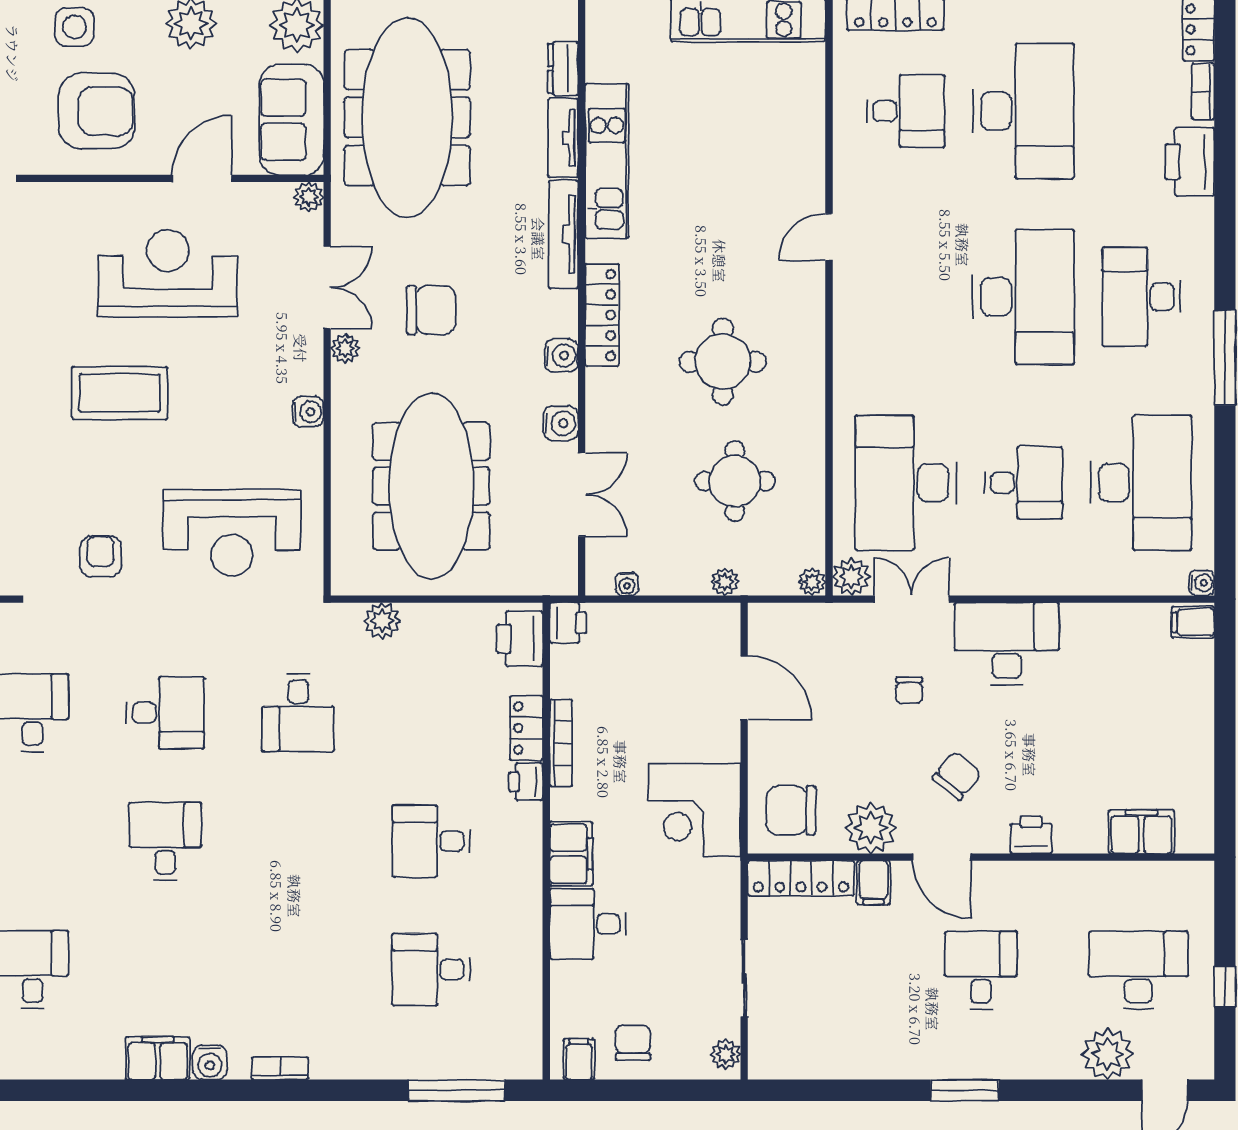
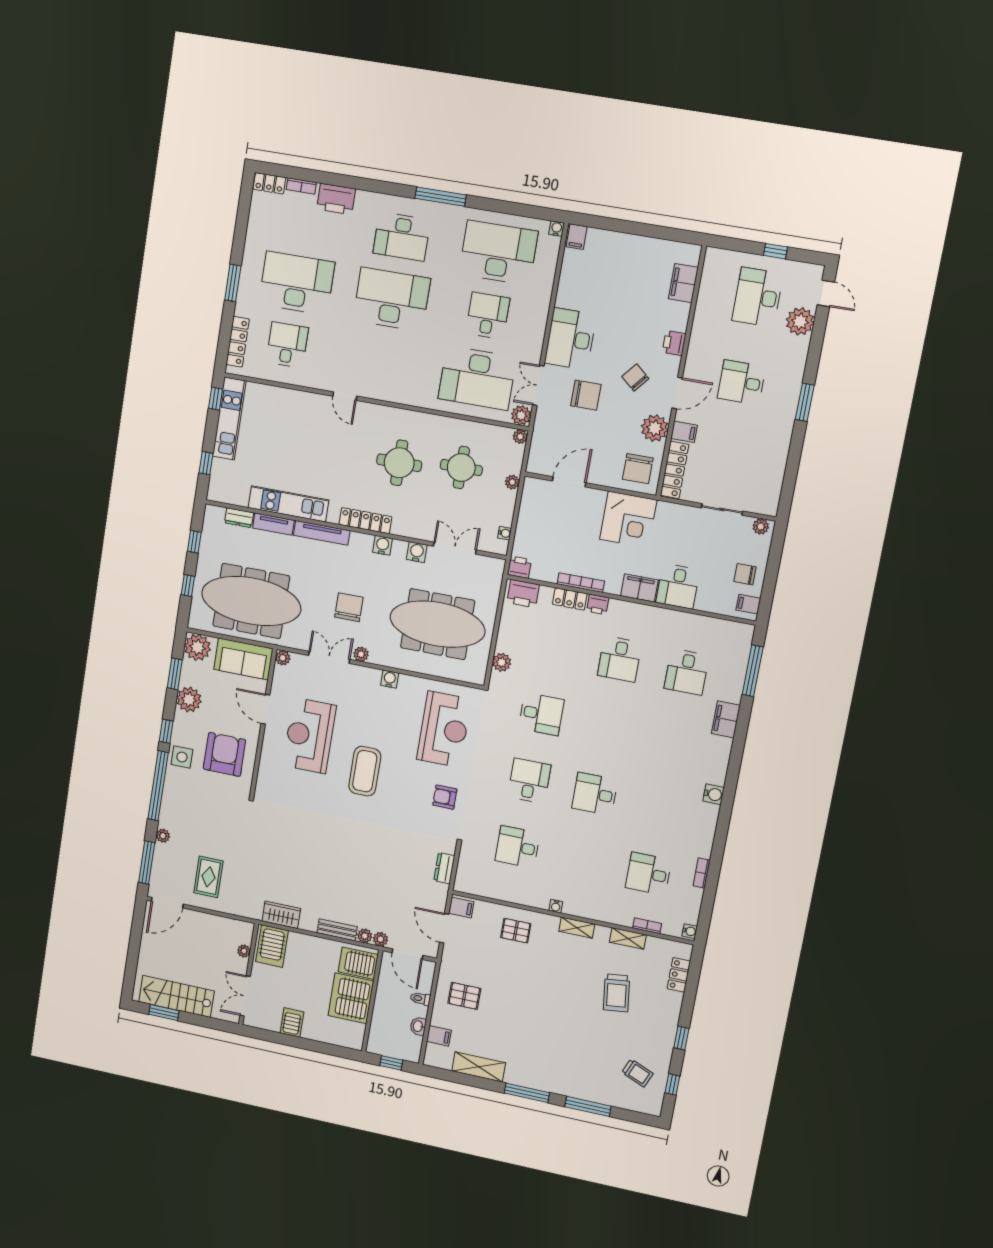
chair: (909, 690) -> (586, 395), width x1.87, depth x1.87
filing cabinet: (158, 1058) -> (726, 719), moved
bookcase: (280, 1068) -> (702, 873), moved

